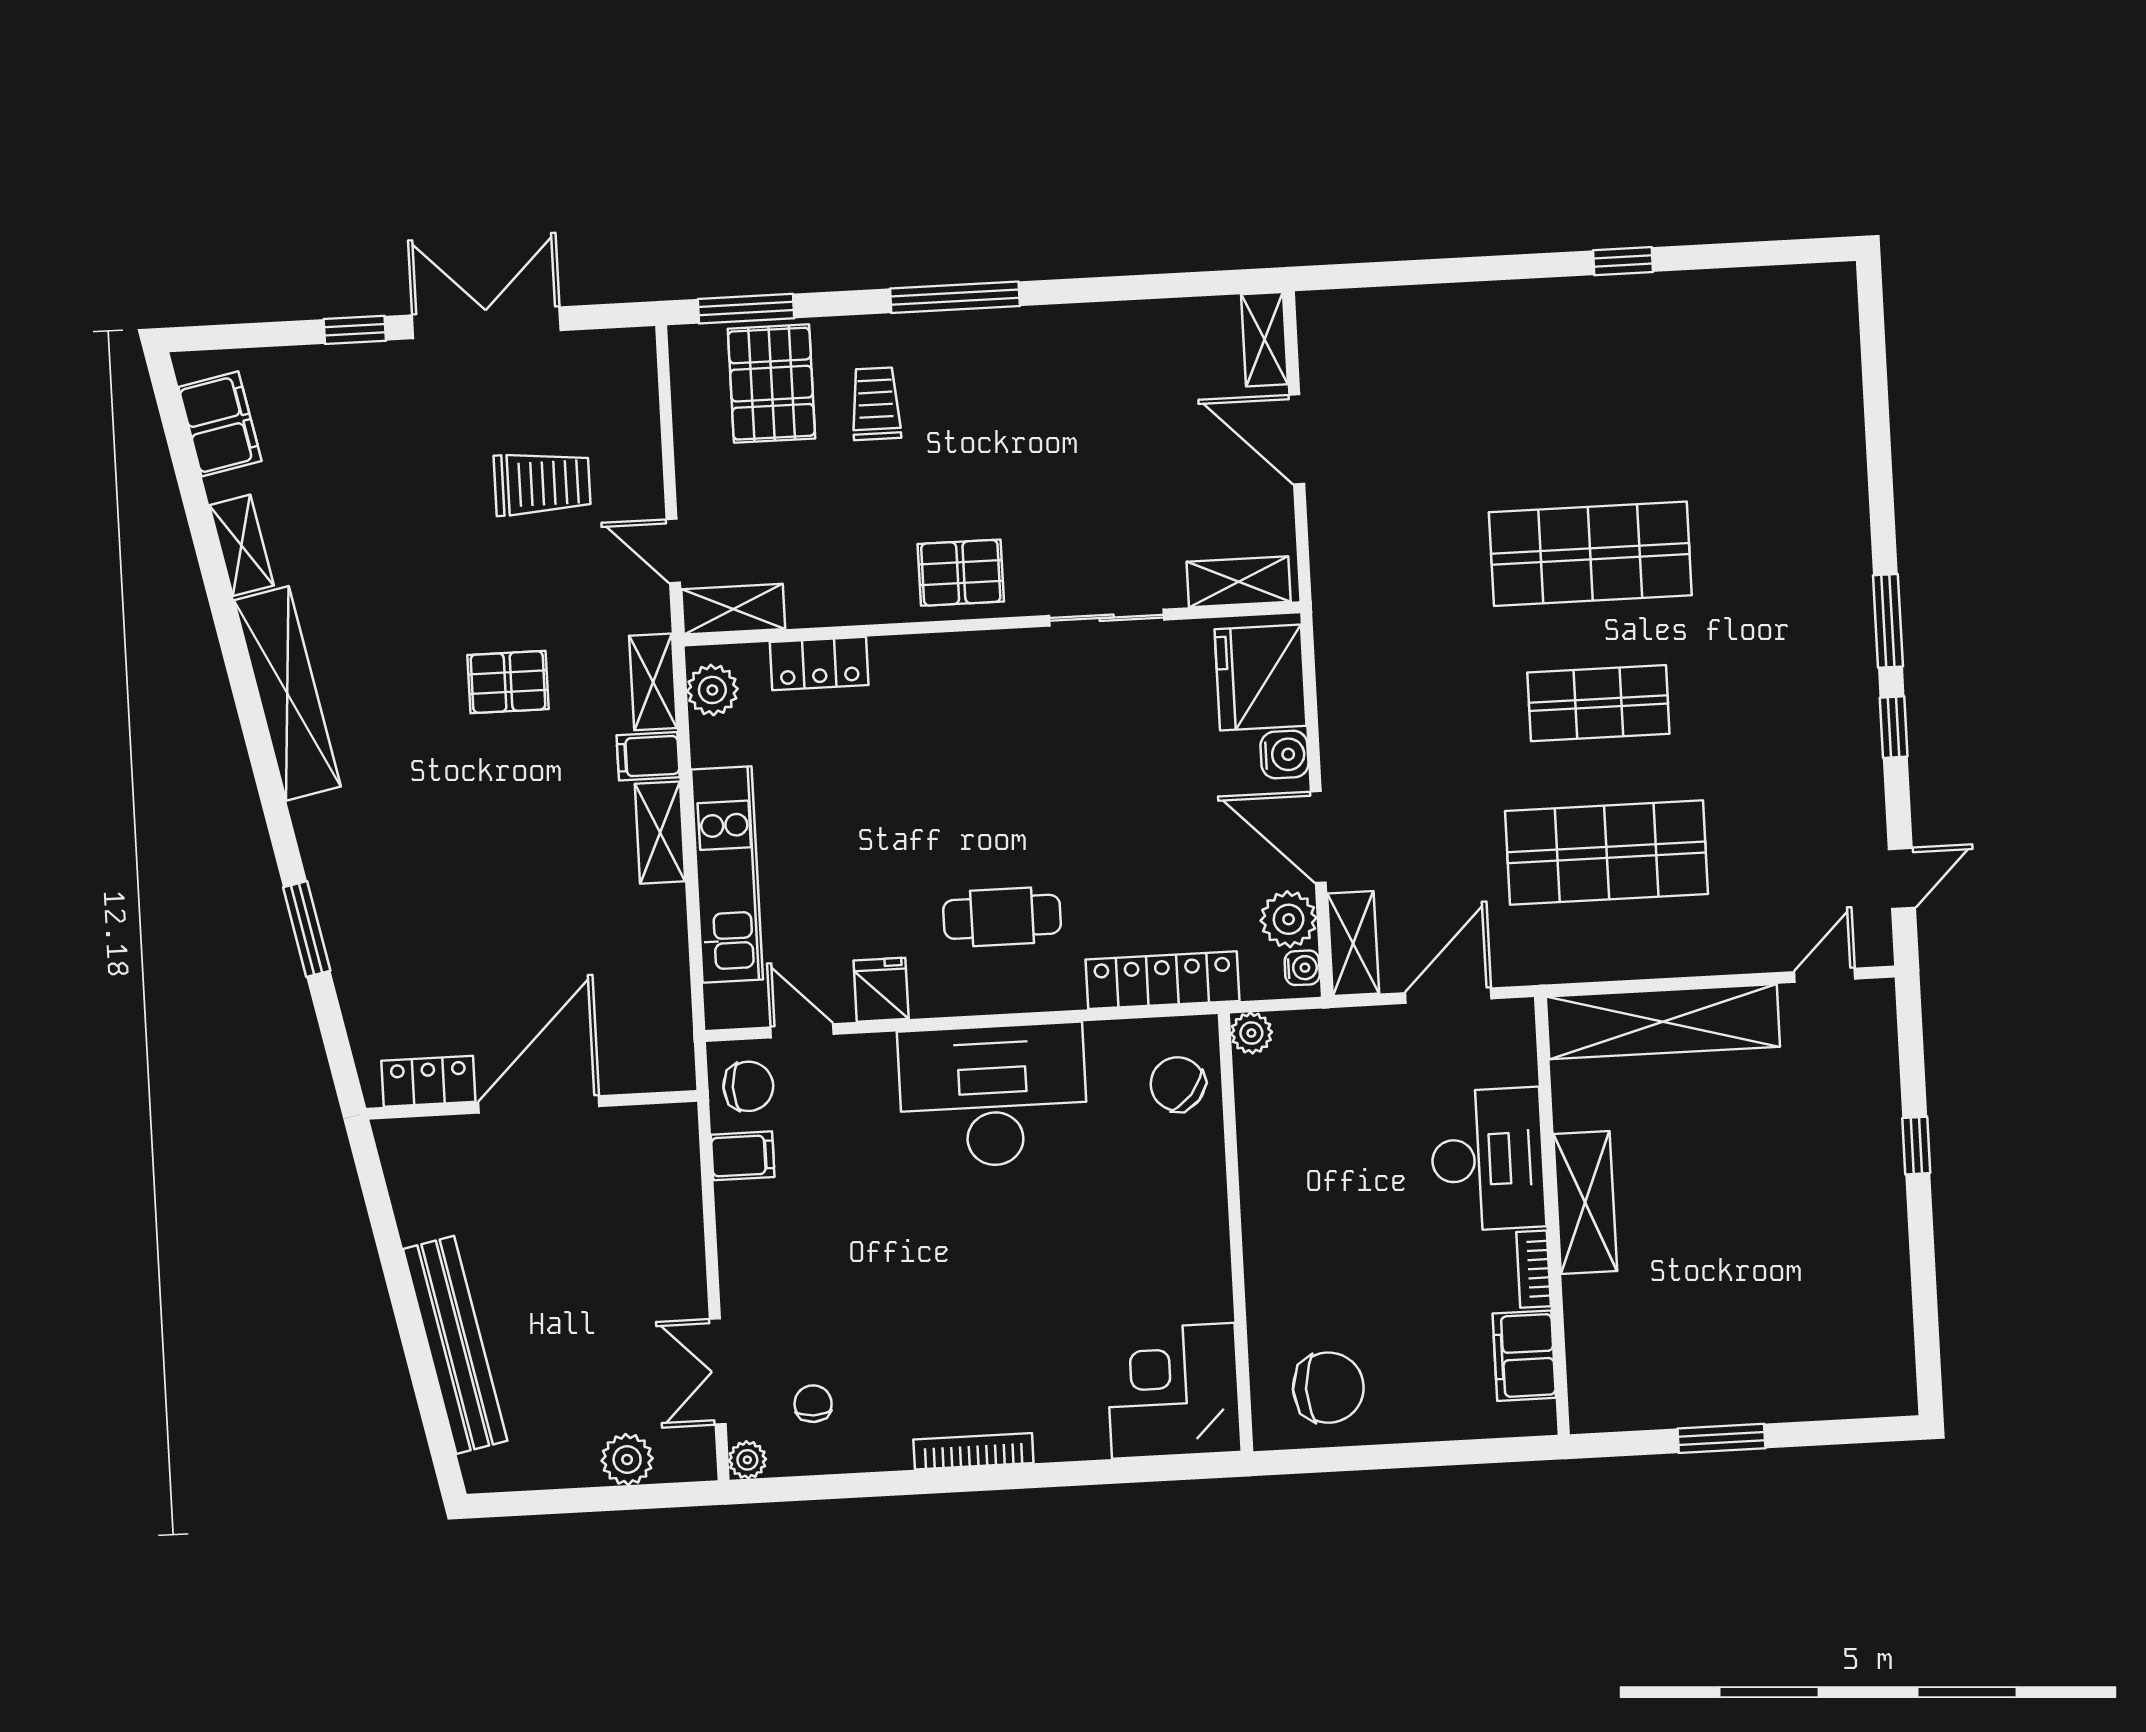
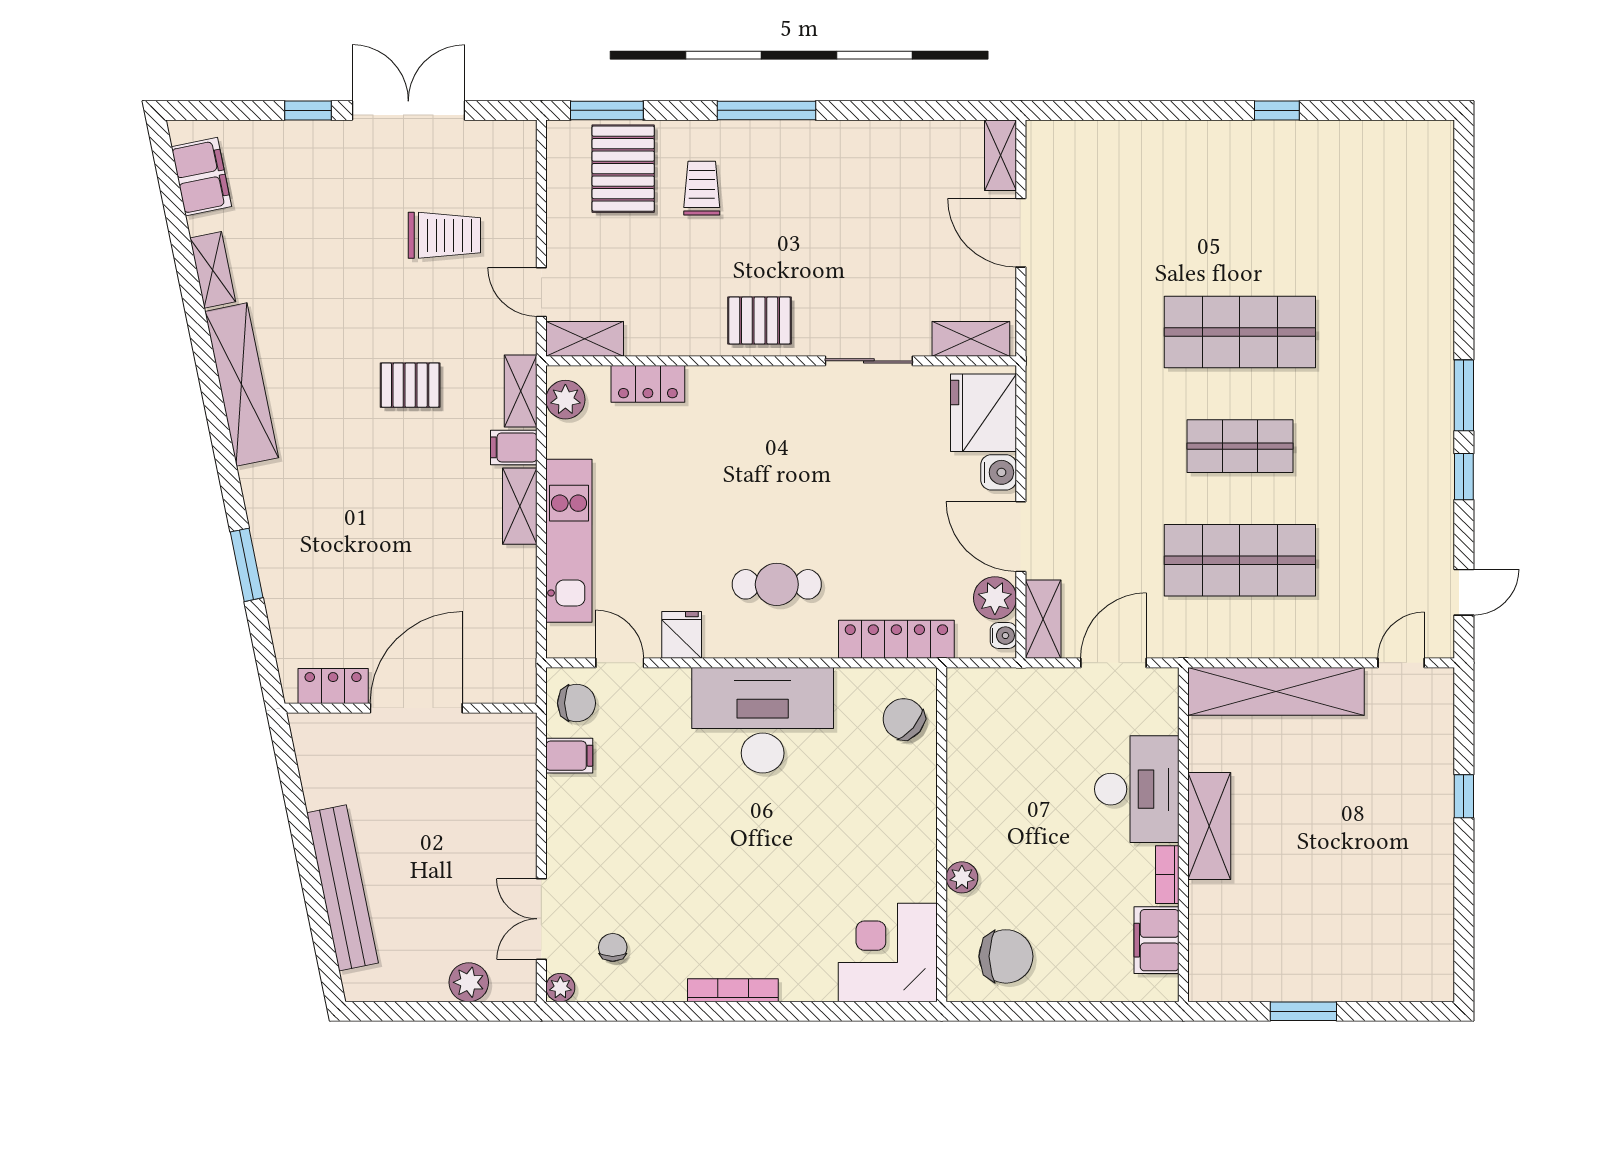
plant: (1251, 1033) -> (962, 877), moved

